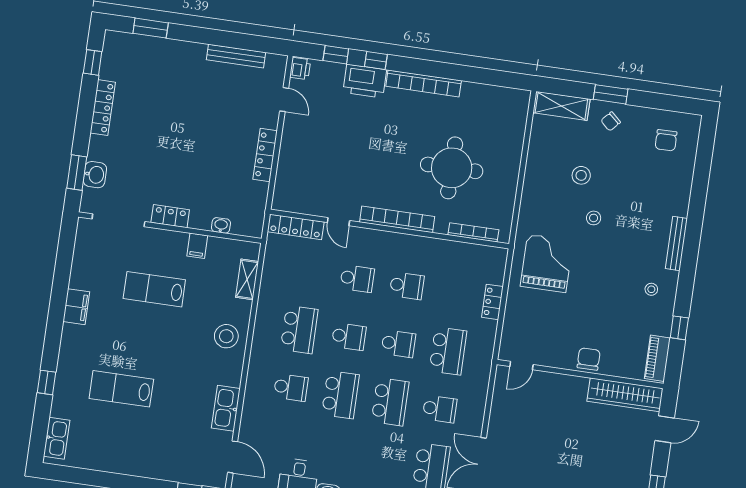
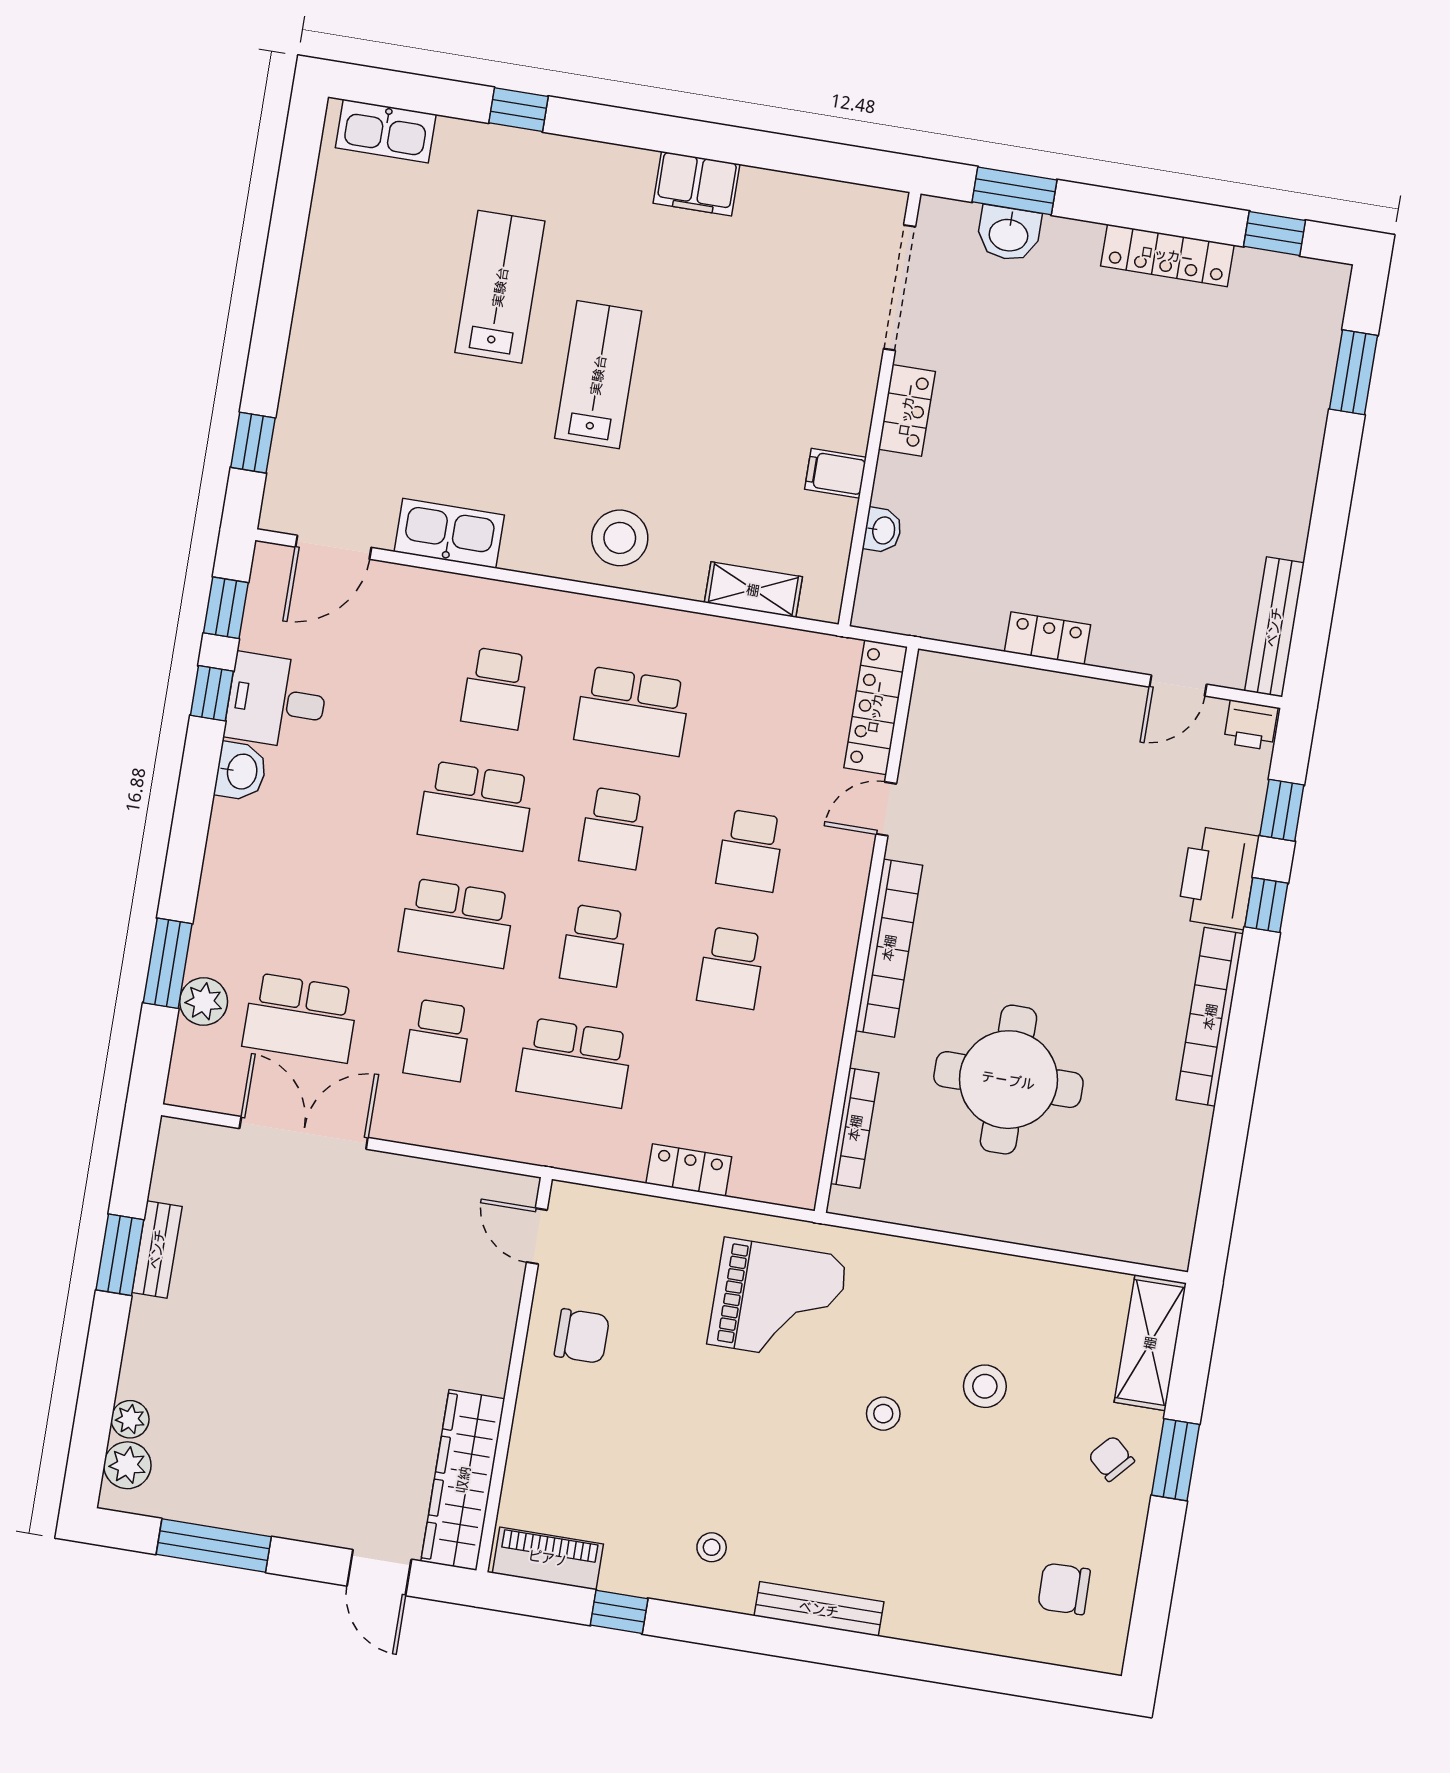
bench: (236, 56) -> (1274, 627), moved
locker: (265, 155) -> (1047, 638), width x0.66
lab bench: (154, 289) -> (598, 375), moved
chair: (589, 359) -> (582, 1336), moved

